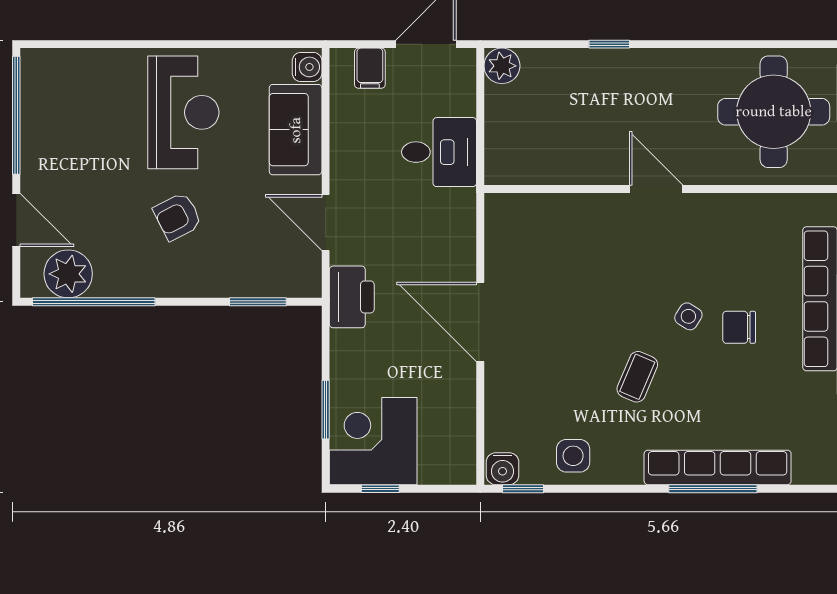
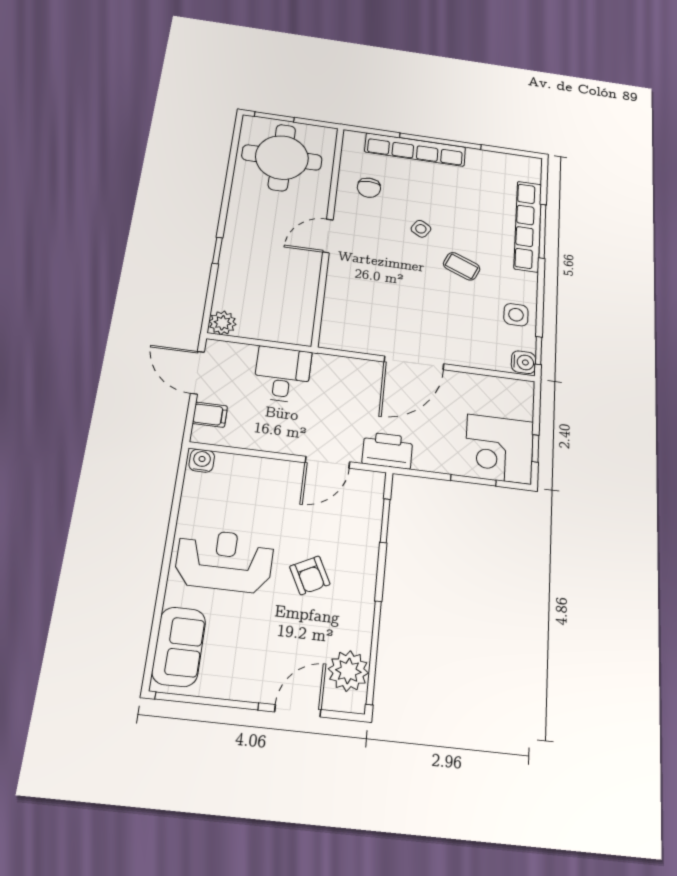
sofa: (296, 130) -> (179, 647), moved, turned -90
chair: (739, 327) -> (369, 188), moved

